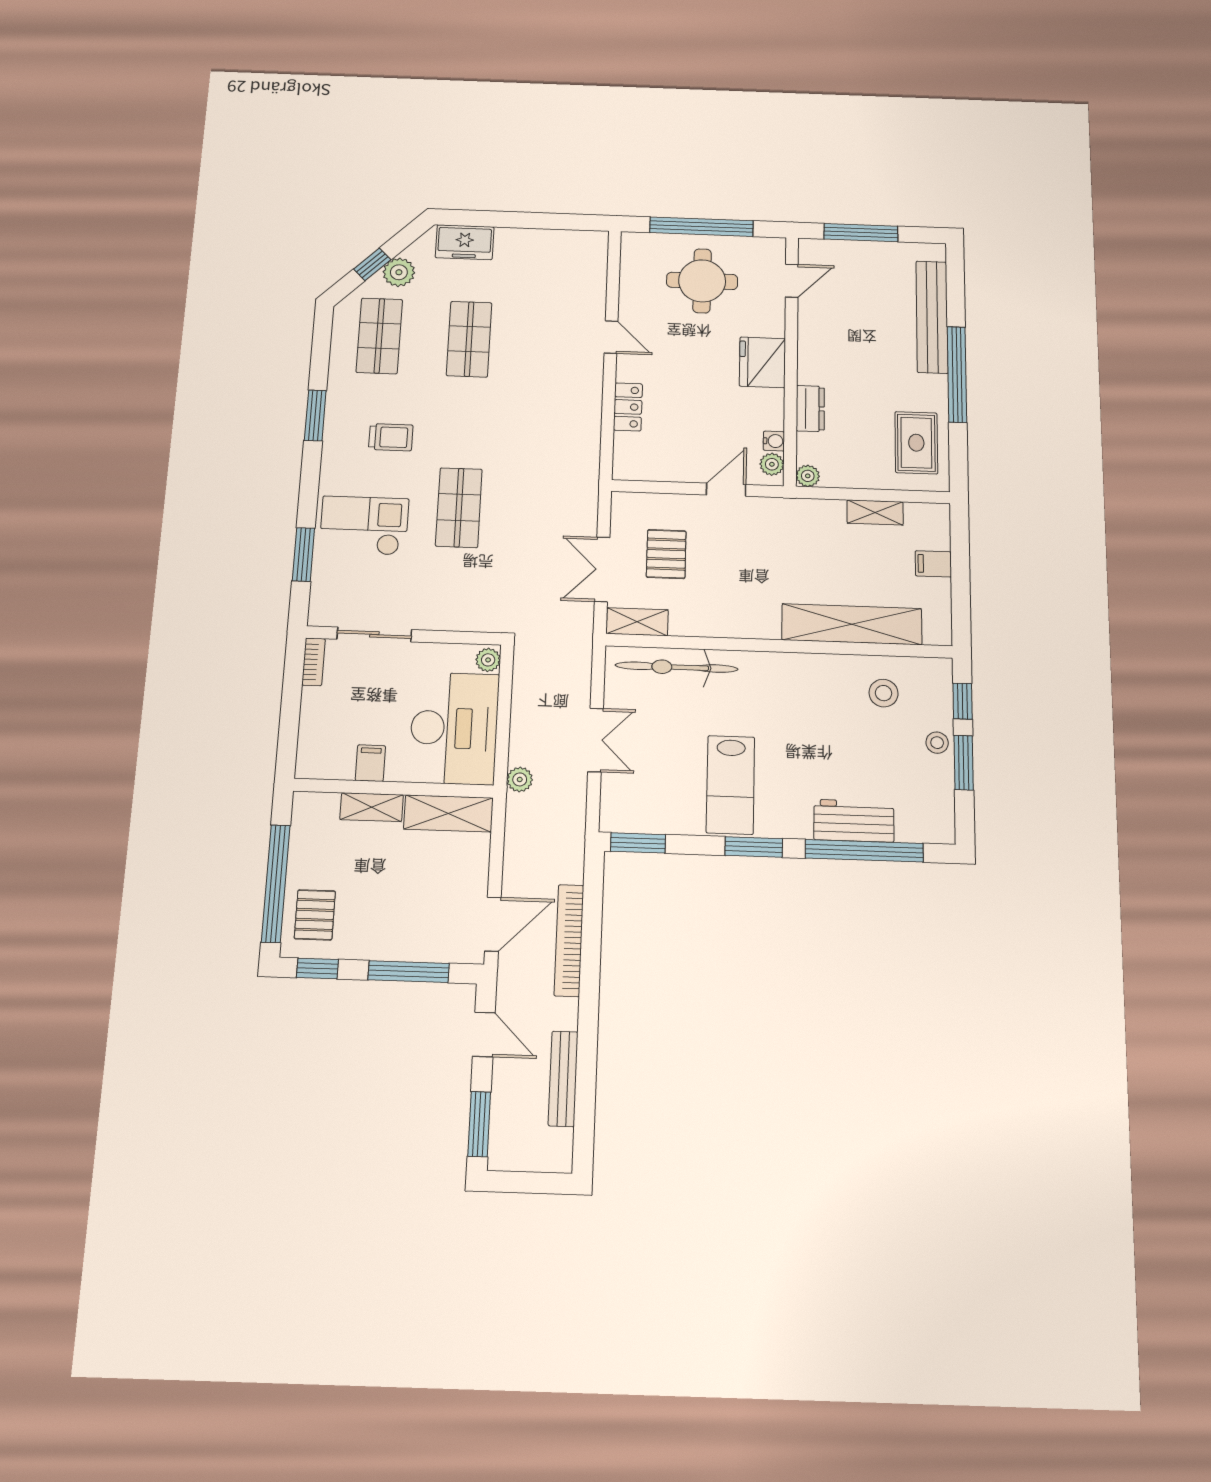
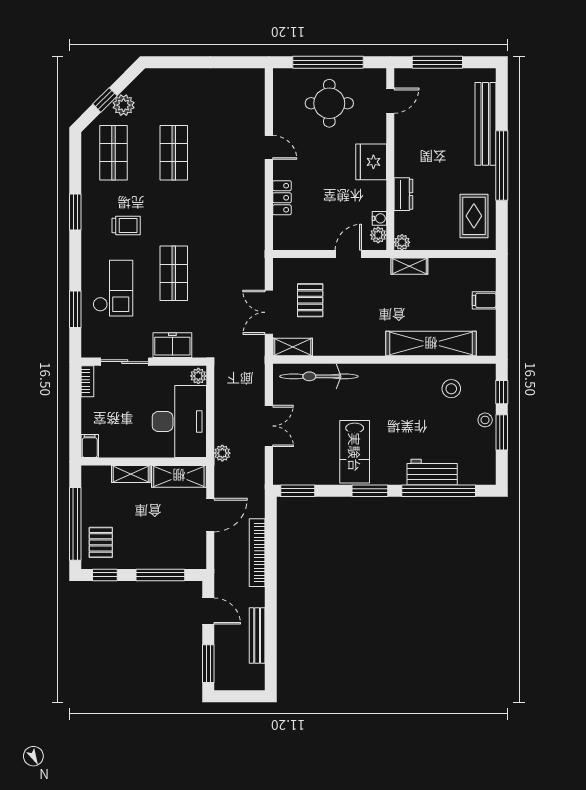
freezer: (465, 242) -> (172, 345), moved, turned 180
shelving: (875, 512) -> (409, 266), moved
checkout: (364, 526) -> (113, 288), turned 90
filing cabinet: (370, 763) -> (90, 446), moved
door: (493, 924) -> (210, 515), moved

